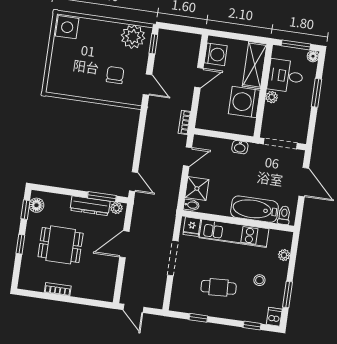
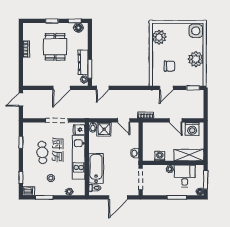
plant: (133, 37) -> (196, 59), moved
plant: (69, 85) -> (159, 37), added
washing machine: (244, 102) -> (160, 156), width x0.53, depth x0.53
door: (124, 244) -> (61, 88), swing flipped

